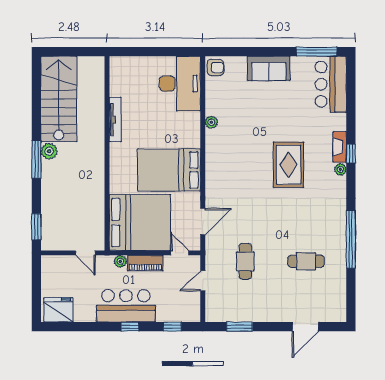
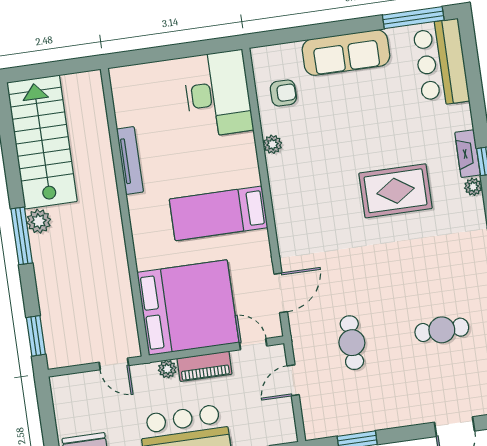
armchair: (215, 68) -> (283, 93), moved
sofa: (269, 68) -> (346, 53), width x1.36
rug: (289, 165) -> (396, 191), turned 90
bed: (169, 170) -> (219, 213), width x0.67

